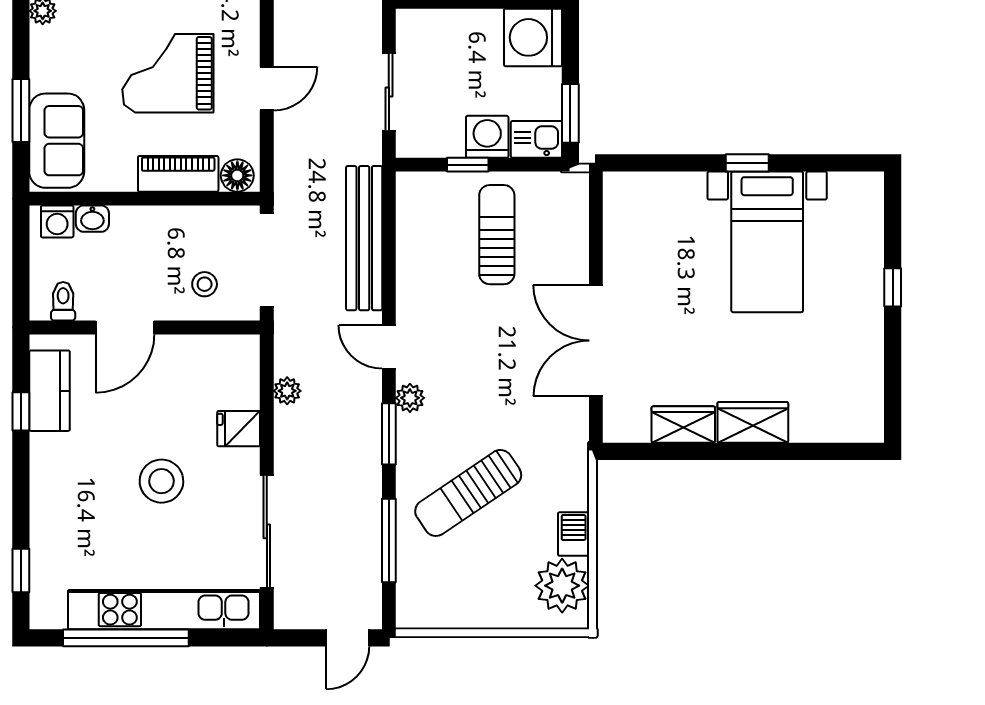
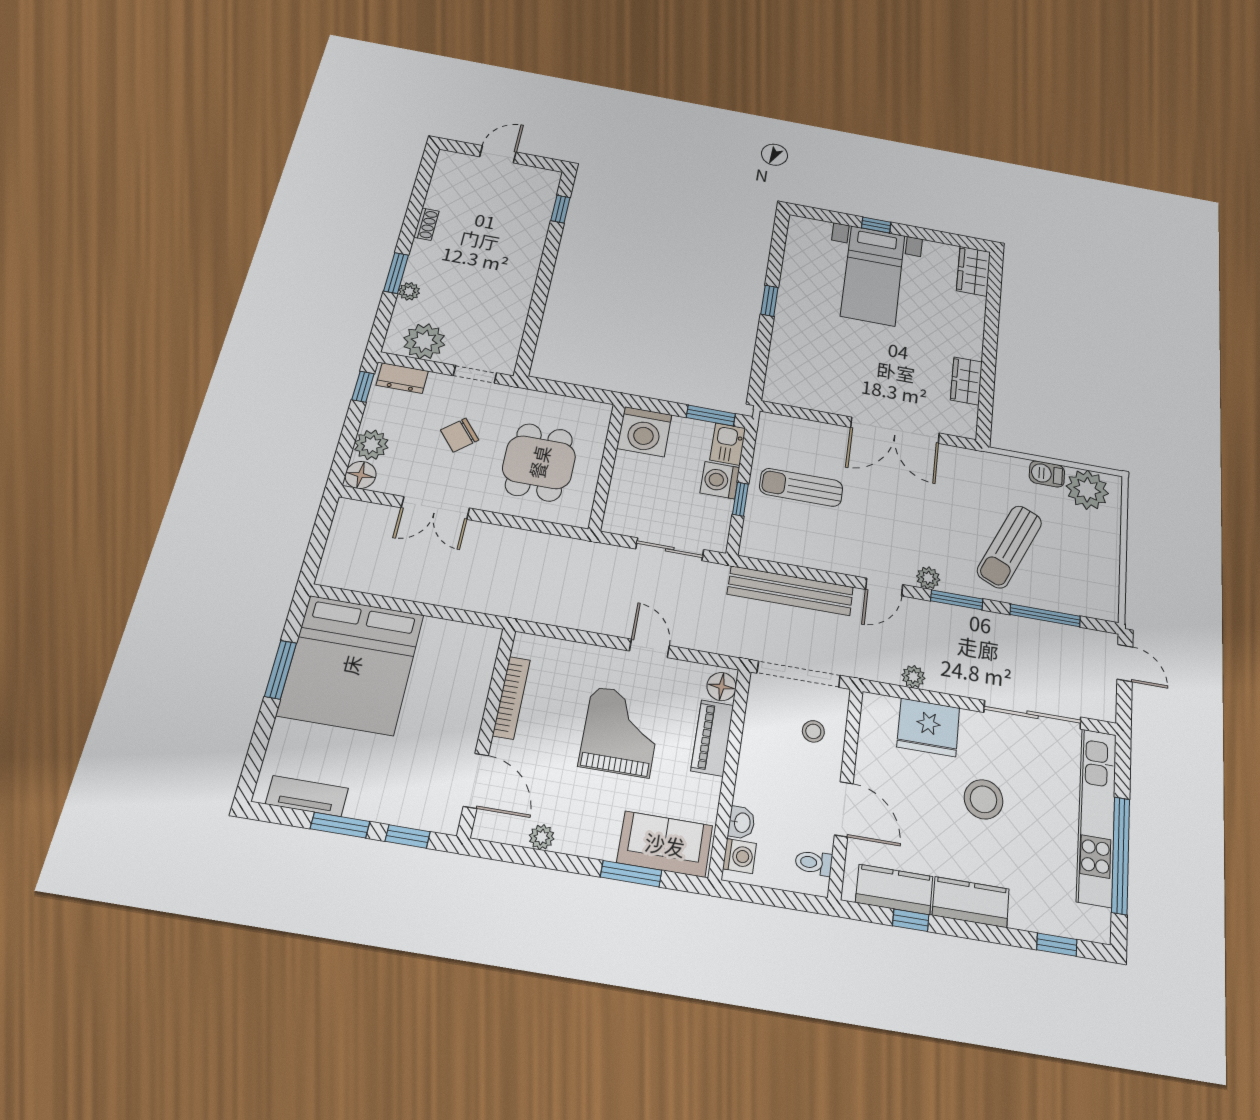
grand piano: (168, 73) -> (621, 732), turned 180
bed with nightstands: (767, 242) -> (873, 275), moved, turned 90
wardrobe: (753, 422) -> (973, 271), moved
fridge: (239, 429) -> (928, 727), width x1.88, depth x1.34
kitchen counter: (50, 474) -> (971, 902), added
sun lounger: (468, 493) -> (1010, 547), turned 58

